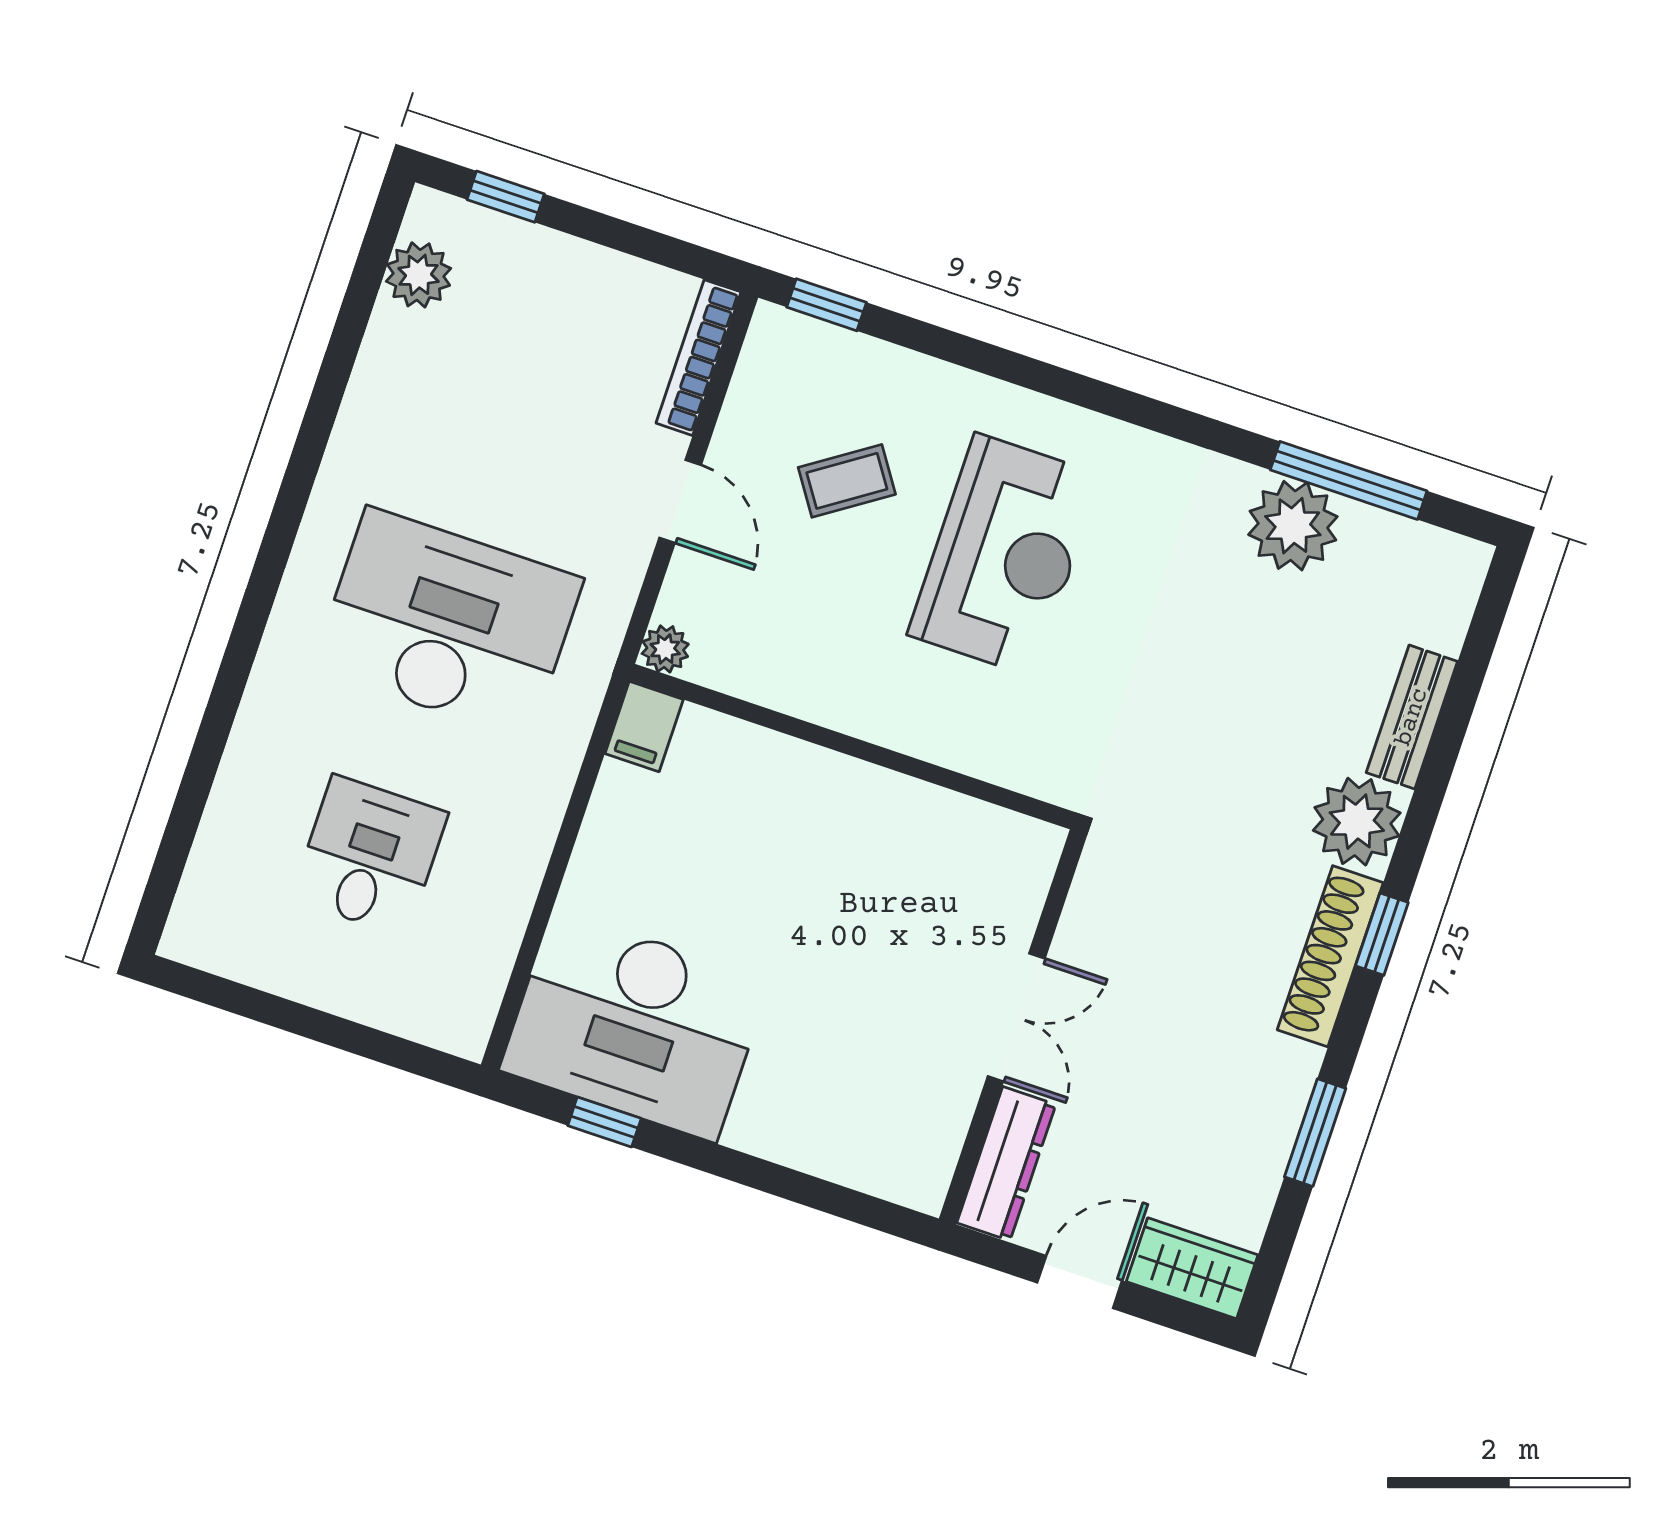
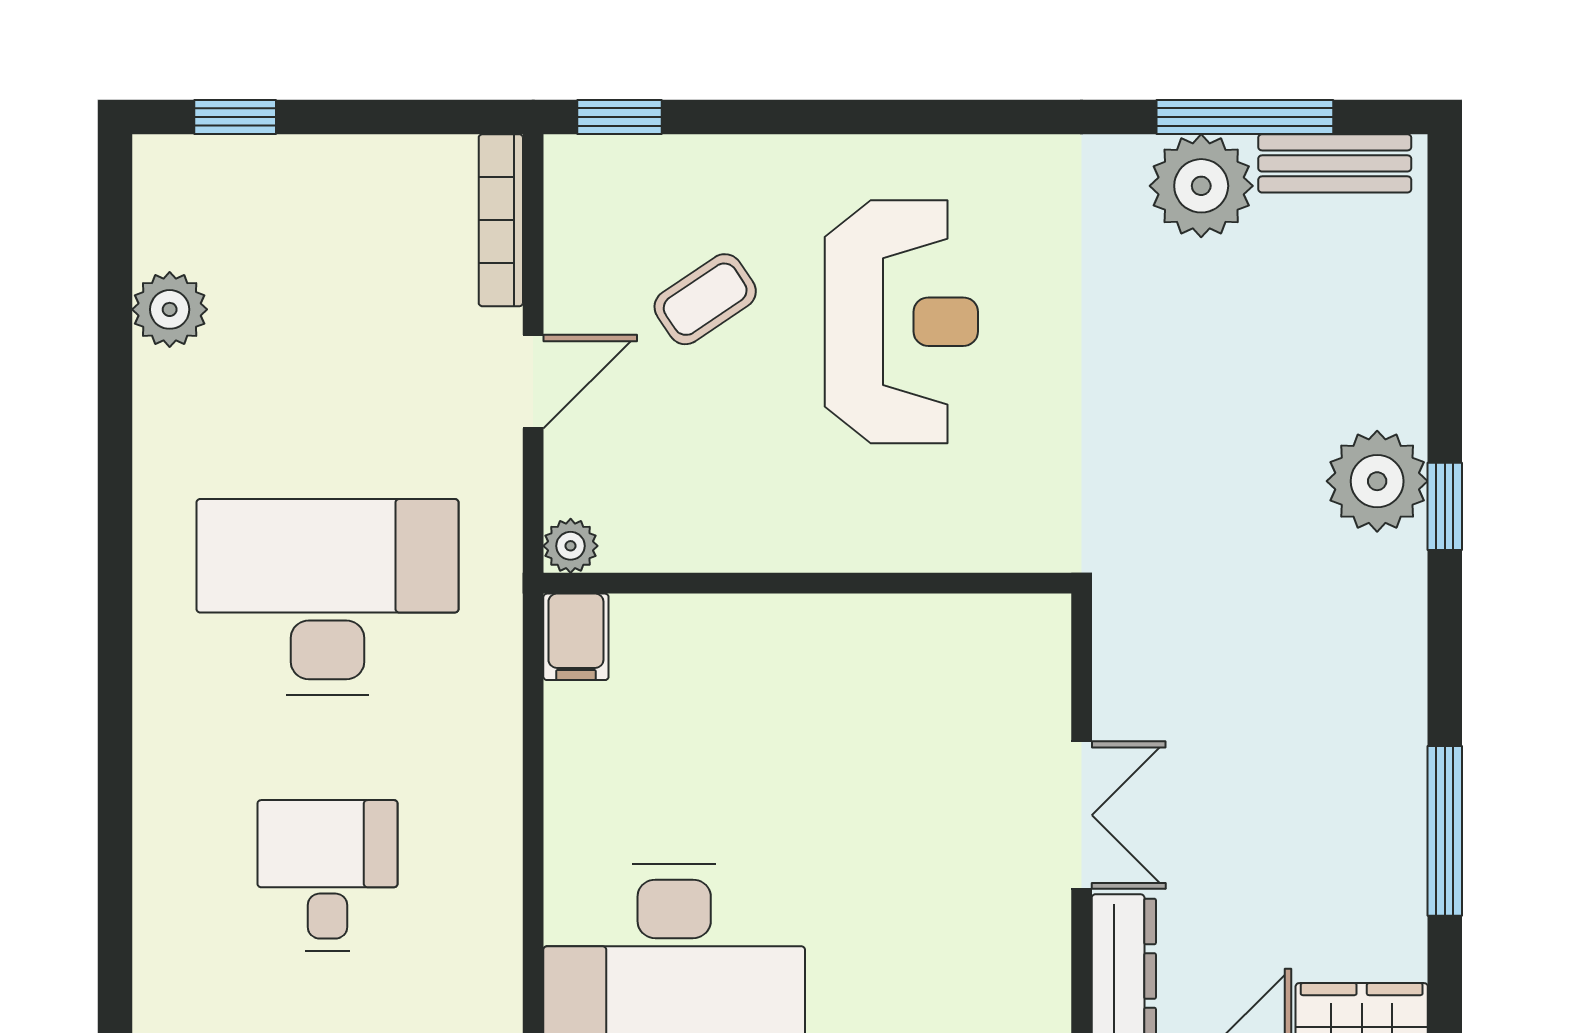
plant: (418, 275) -> (170, 309), moved
door: (680, 501) -> (533, 382), hinge flipped
bench: (1412, 717) -> (1335, 163), moved, turned 90
window: (1382, 934) -> (1445, 506), moved
shoe rack: (1330, 956) -> (1397, 636), removed
window: (1315, 1133) -> (1445, 831), width x1.44

